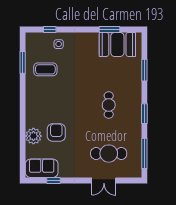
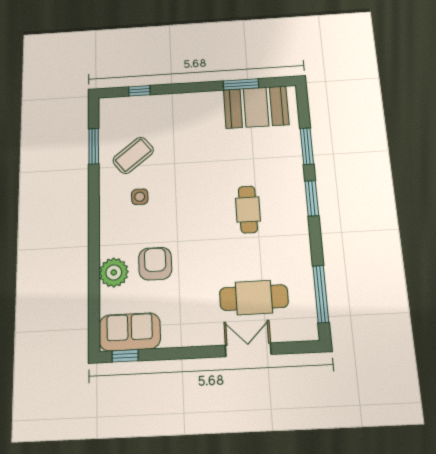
side table: (59, 44) -> (140, 197), moved
coffee table: (45, 69) -> (133, 155), turned -38
window: (144, 114) -> (312, 198), moved
window: (53, 180) -> (125, 356), moved
double door: (104, 180) -> (248, 350), swing flipped

